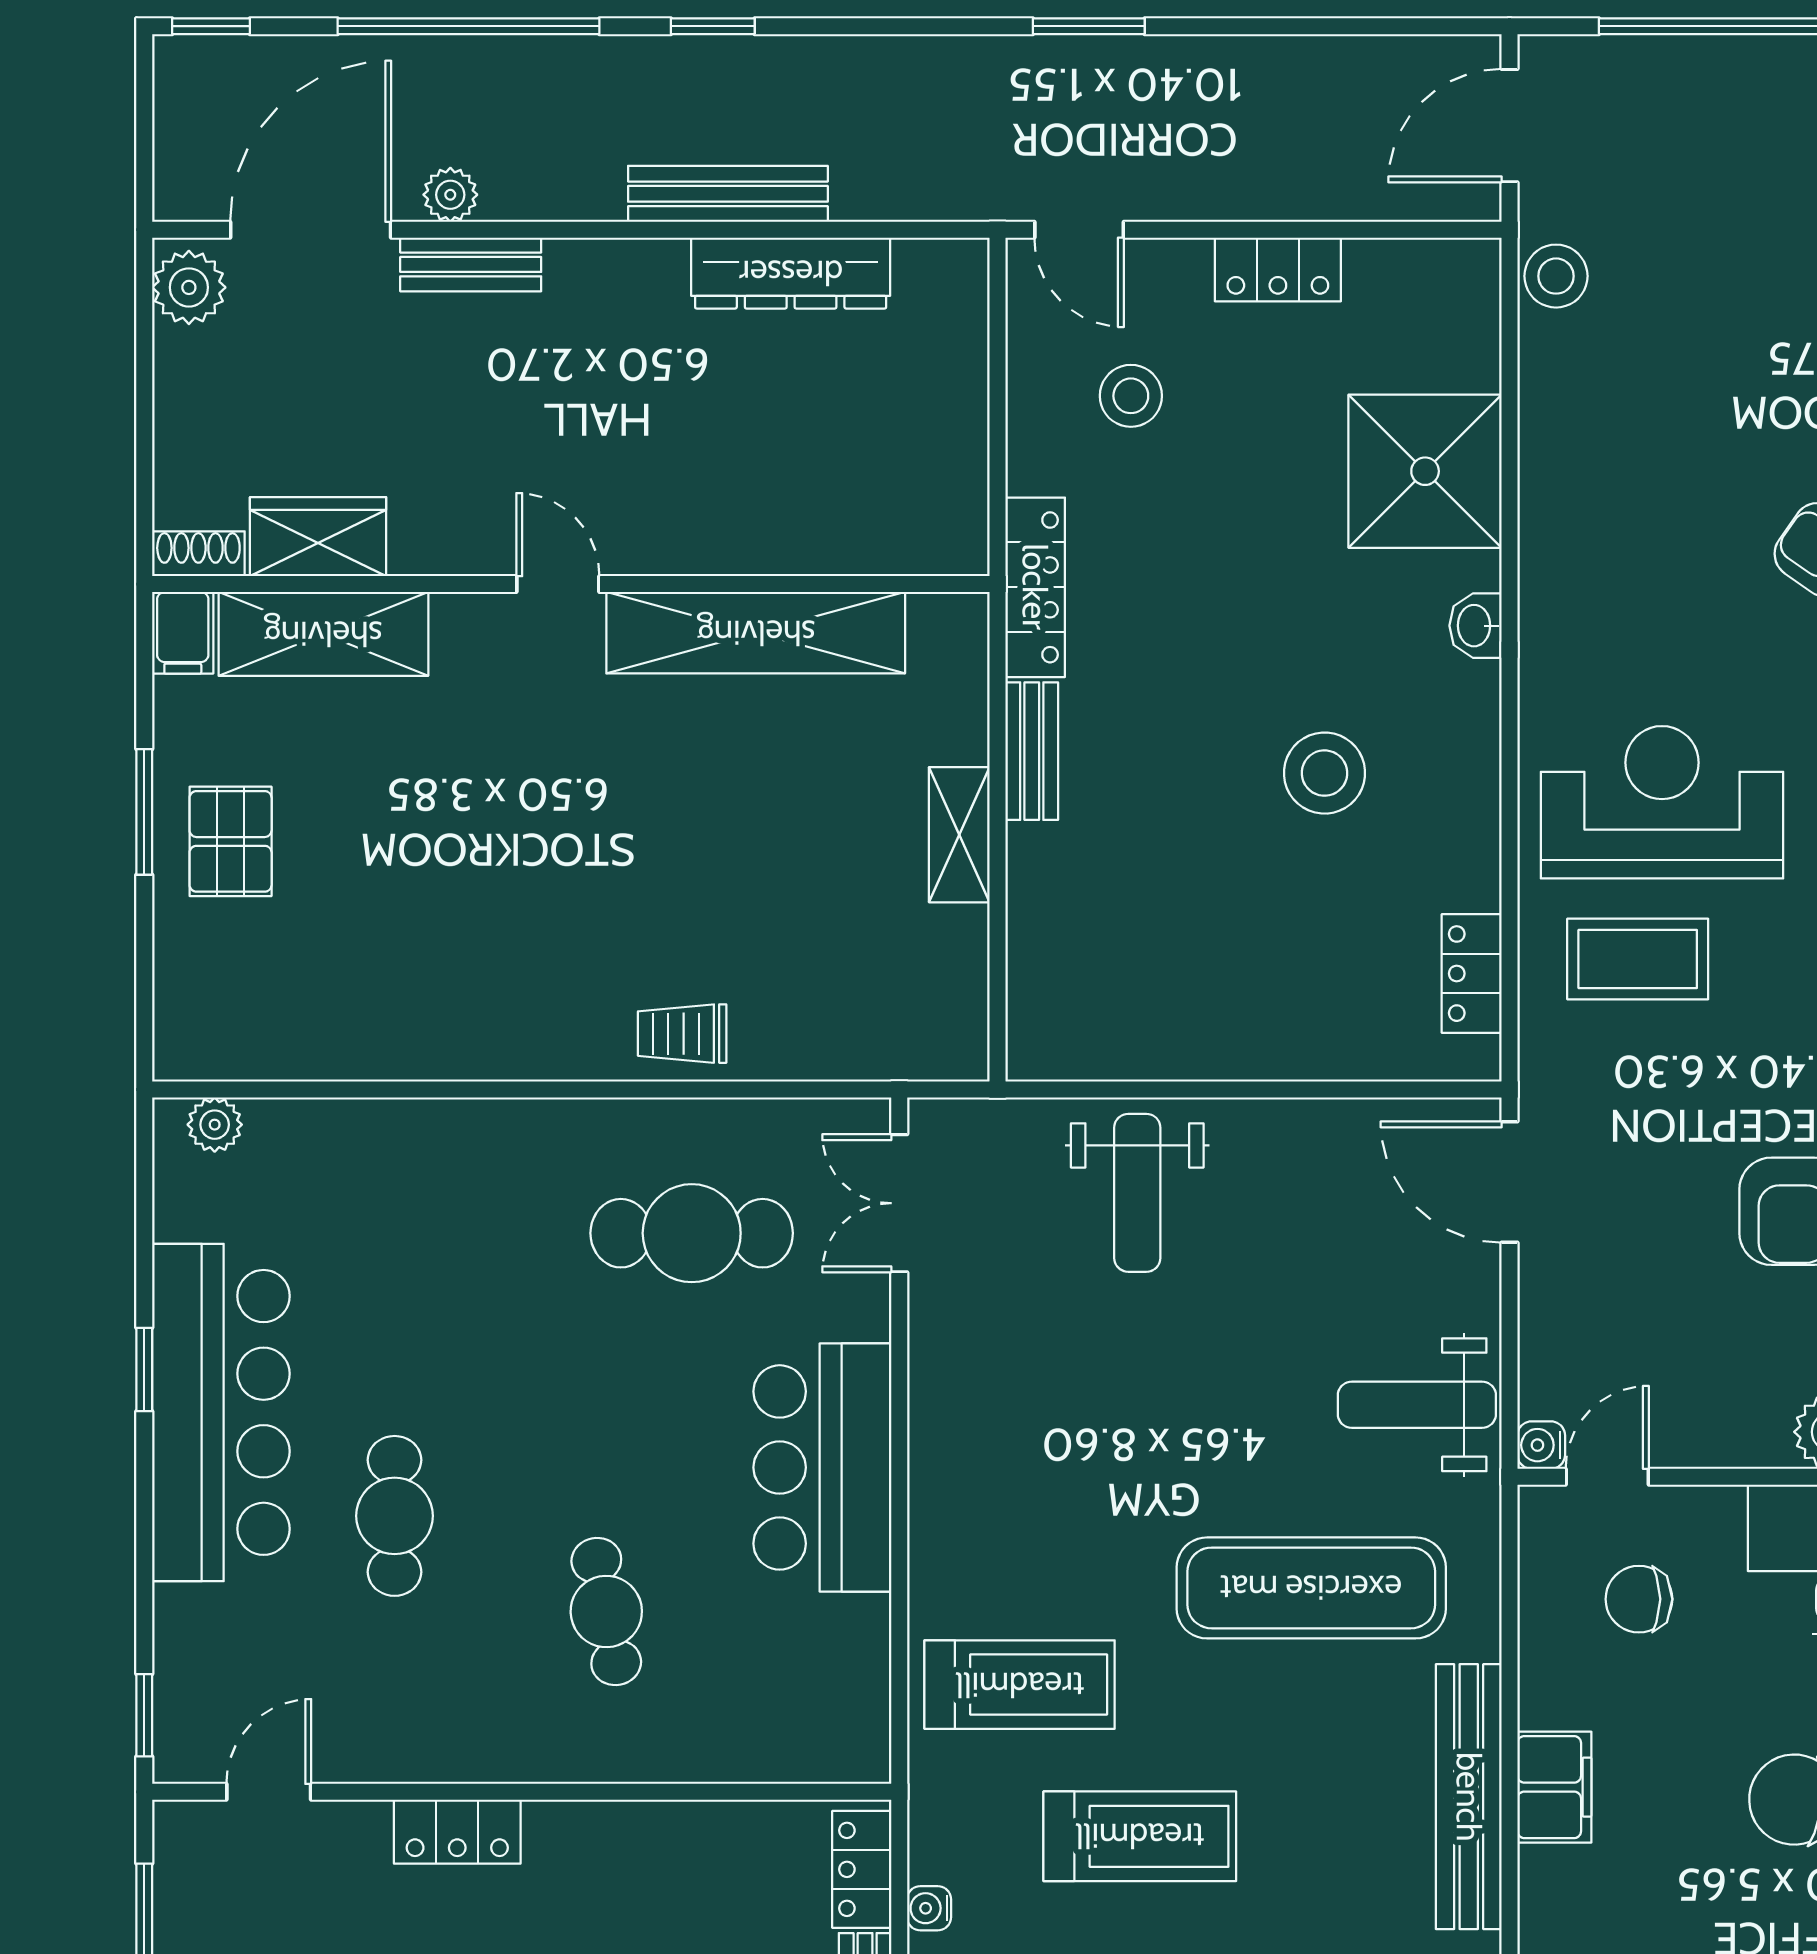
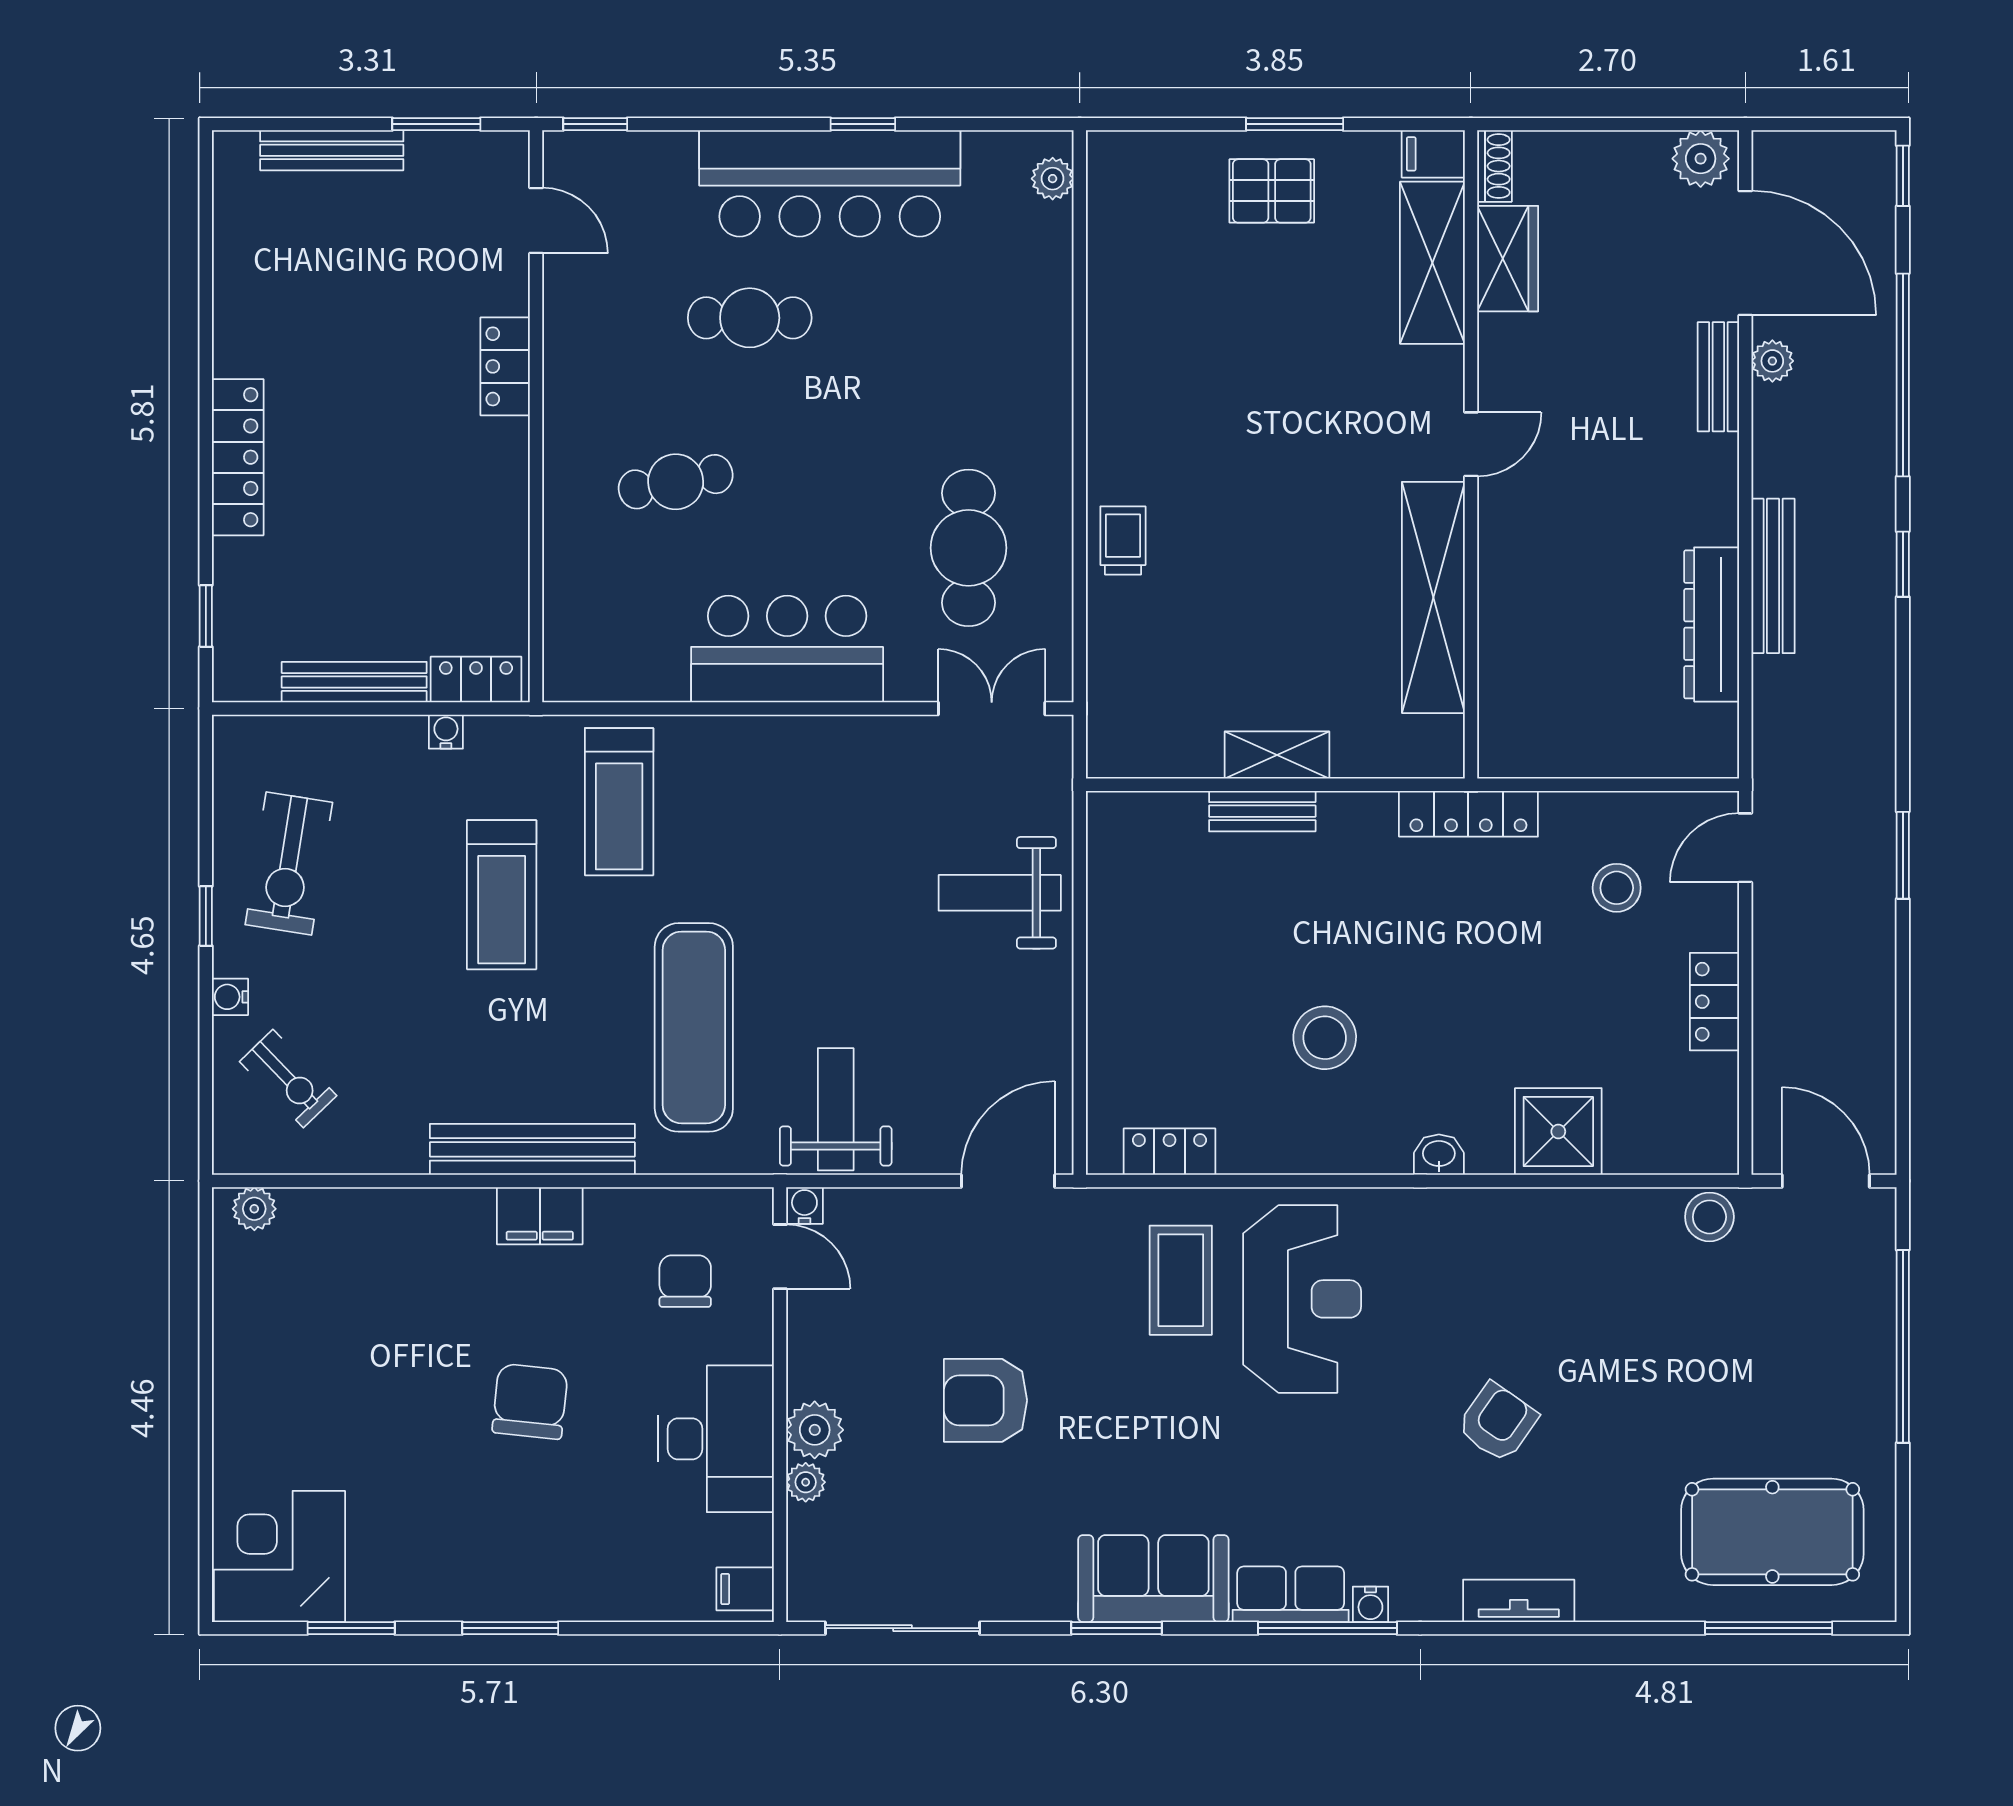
shower: (1425, 471) -> (1558, 1131), width x0.73, depth x0.73
bench: (1032, 751) -> (1262, 811), moved

